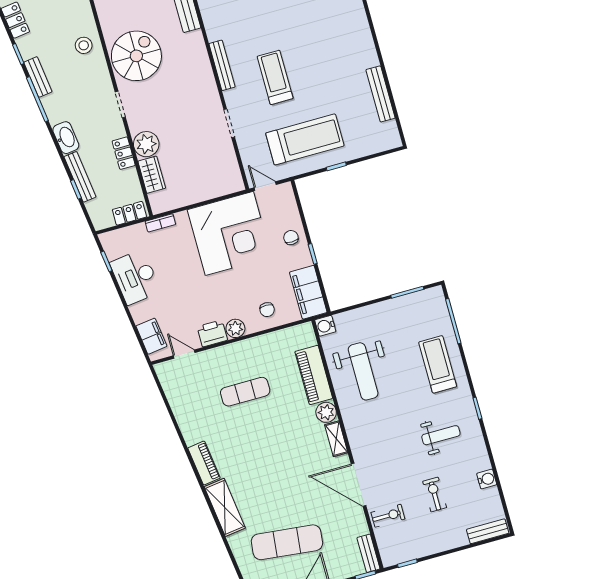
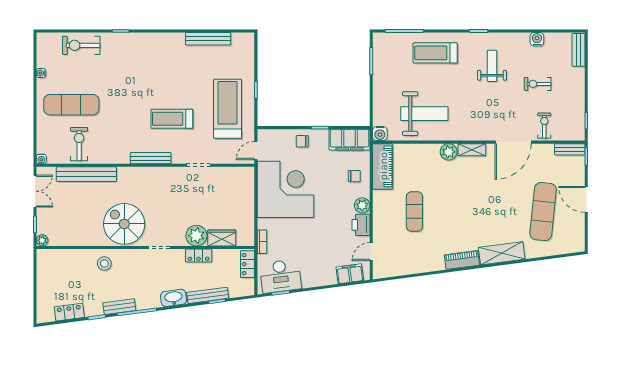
desk: (135, 277) -> (280, 276), moved
piano: (314, 375) -> (383, 166), moved, turned -90

